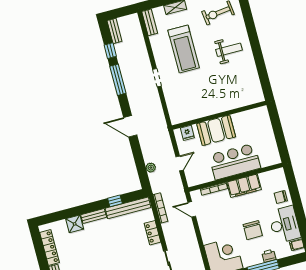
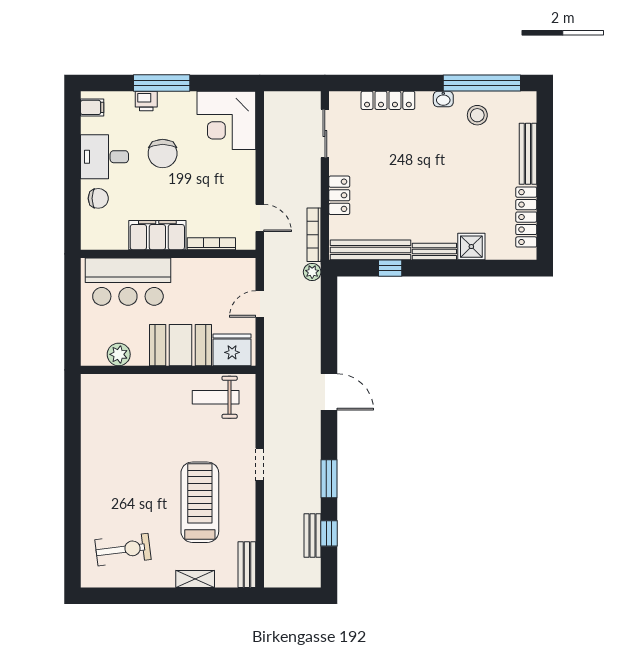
bench: (114, 31) -> (312, 536), moved
weight bench: (229, 50) -> (216, 397), moved
window: (118, 80) -> (329, 479), width x0.69
plant: (248, 117) -> (119, 354), added
fridge: (187, 133) -> (232, 350), width x1.88, depth x1.34
bar counter: (235, 162) -> (128, 282), moved
plant: (151, 168) -> (312, 272), moved
desk: (284, 225) -> (105, 157), width x0.73
chair: (253, 230) -> (163, 154), turned 180

